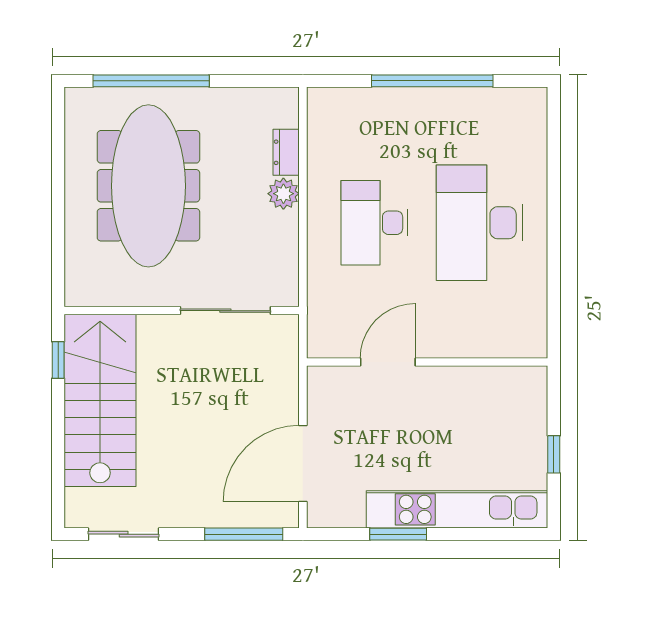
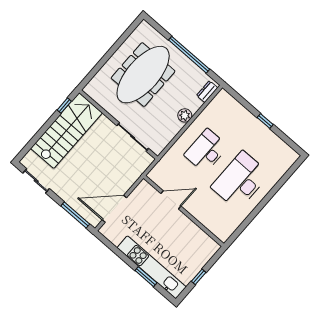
window: (151, 81) -> (189, 55), moved
window: (432, 81) -> (265, 121), width x0.32
dresser: (286, 152) -> (207, 92), moved
window: (398, 534) -> (146, 277), moved

